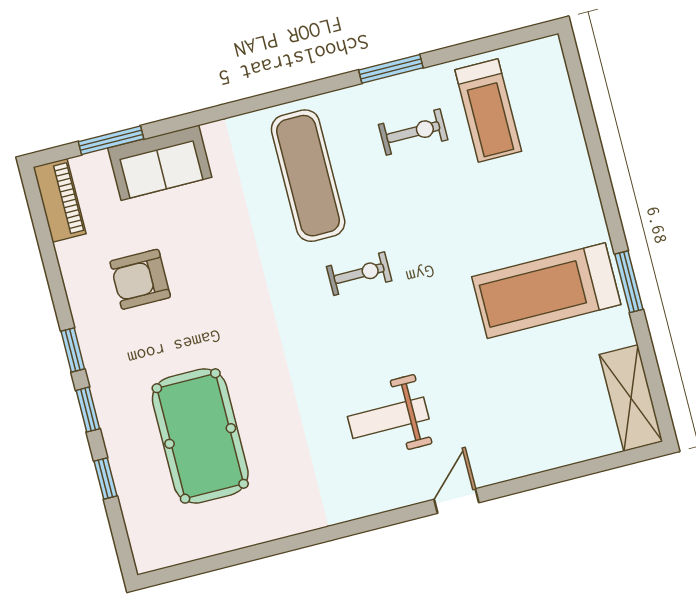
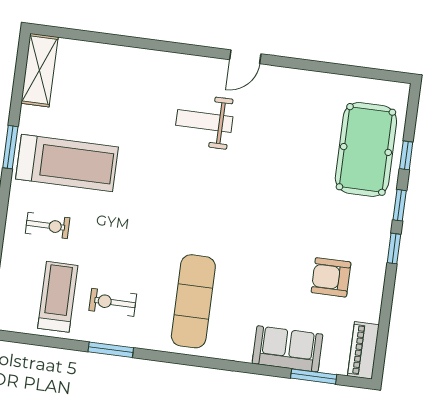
exercise bike: (359, 274) -> (48, 226), moved, turned 180
armchair: (140, 279) -> (331, 277), turned 180
weight bench: (388, 418) -> (204, 121), turned 180
pool table: (200, 436) -> (366, 149), moved
door: (457, 501) -> (245, 57), moved

